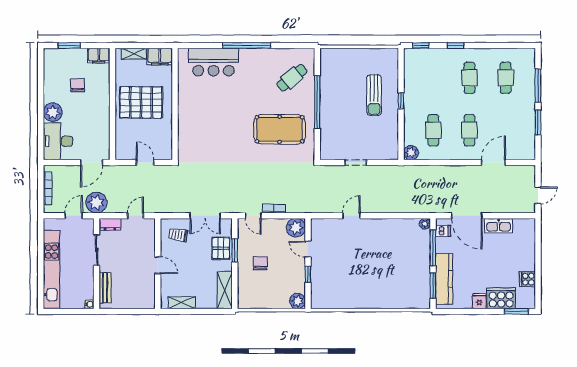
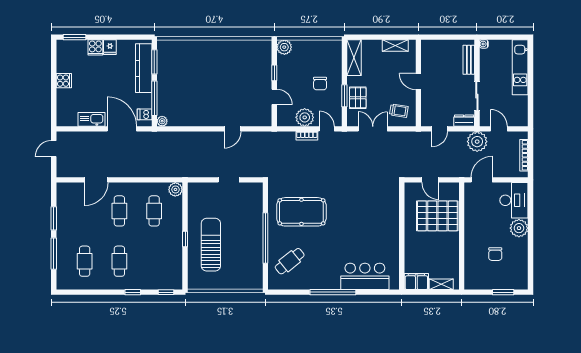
filing cabinet: (99, 56) -> (475, 282), removed
sun lounger: (374, 95) -> (211, 245), width x1.36, depth x1.34
pallet: (141, 102) -> (437, 216), moved
door: (74, 216) -> (499, 129), swing flipped
plant: (296, 228) -> (305, 117), moved
kitchen unit: (51, 270) -> (520, 67), width x0.73
cooker: (527, 279) -> (64, 81), moved
cooker: (501, 298) -> (95, 47), width x0.53, depth x0.76

